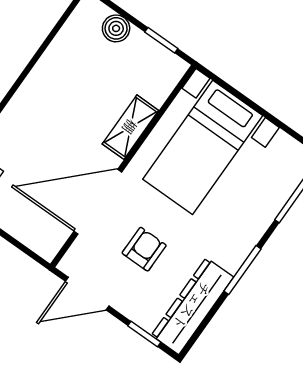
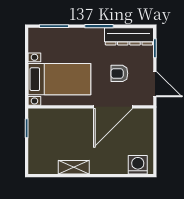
boiler: (116, 28) -> (35, 151), removed
shelving: (130, 127) -> (74, 167), moved
door: (98, 202) -> (113, 107), hinge flipped

